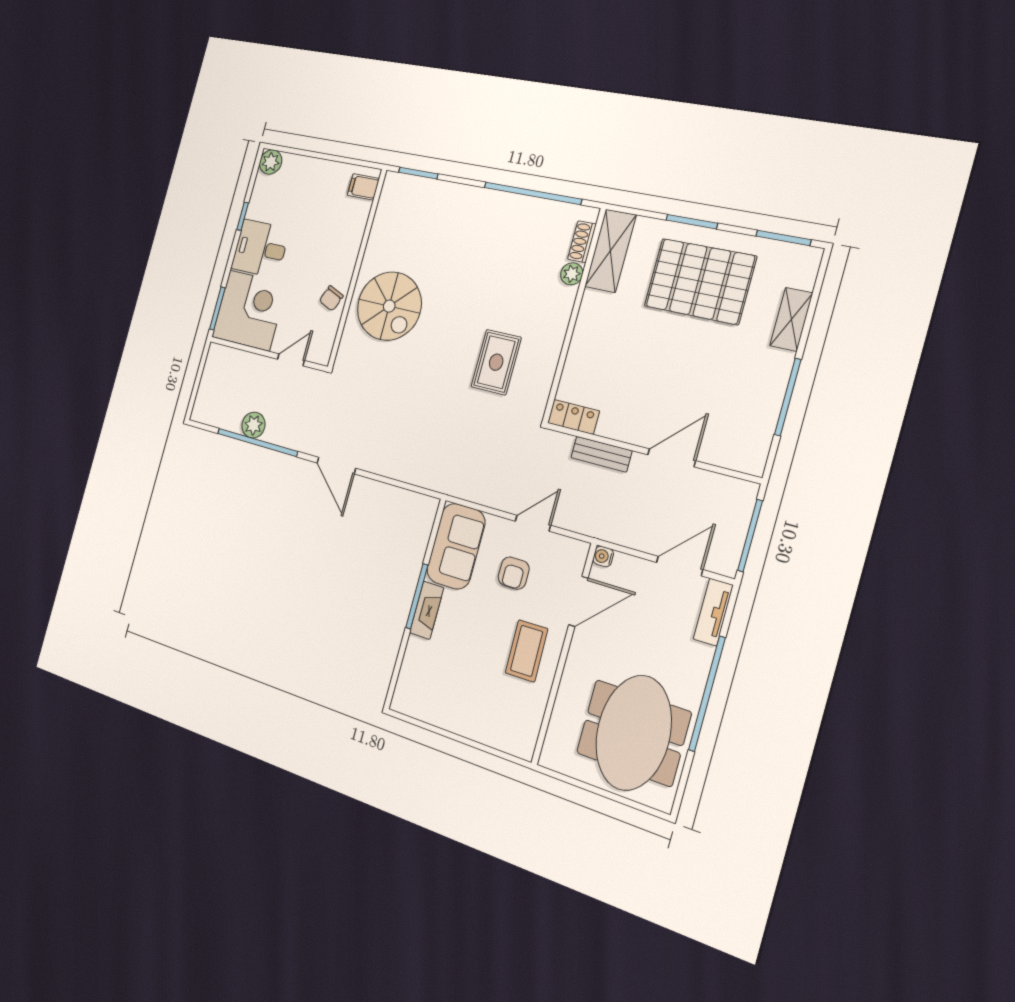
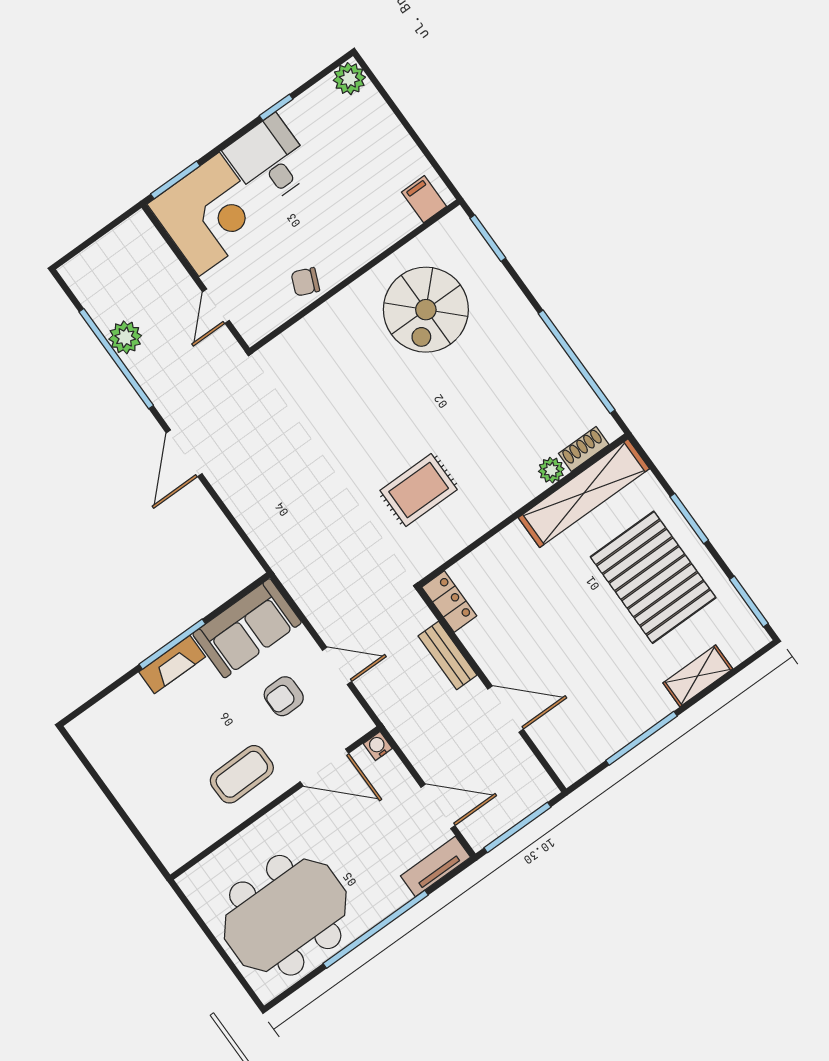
shelving: (610, 251) -> (584, 493), width x1.47
spiral stairs: (389, 306) -> (426, 310), moved
door: (291, 360) -> (216, 306), swing flipped

